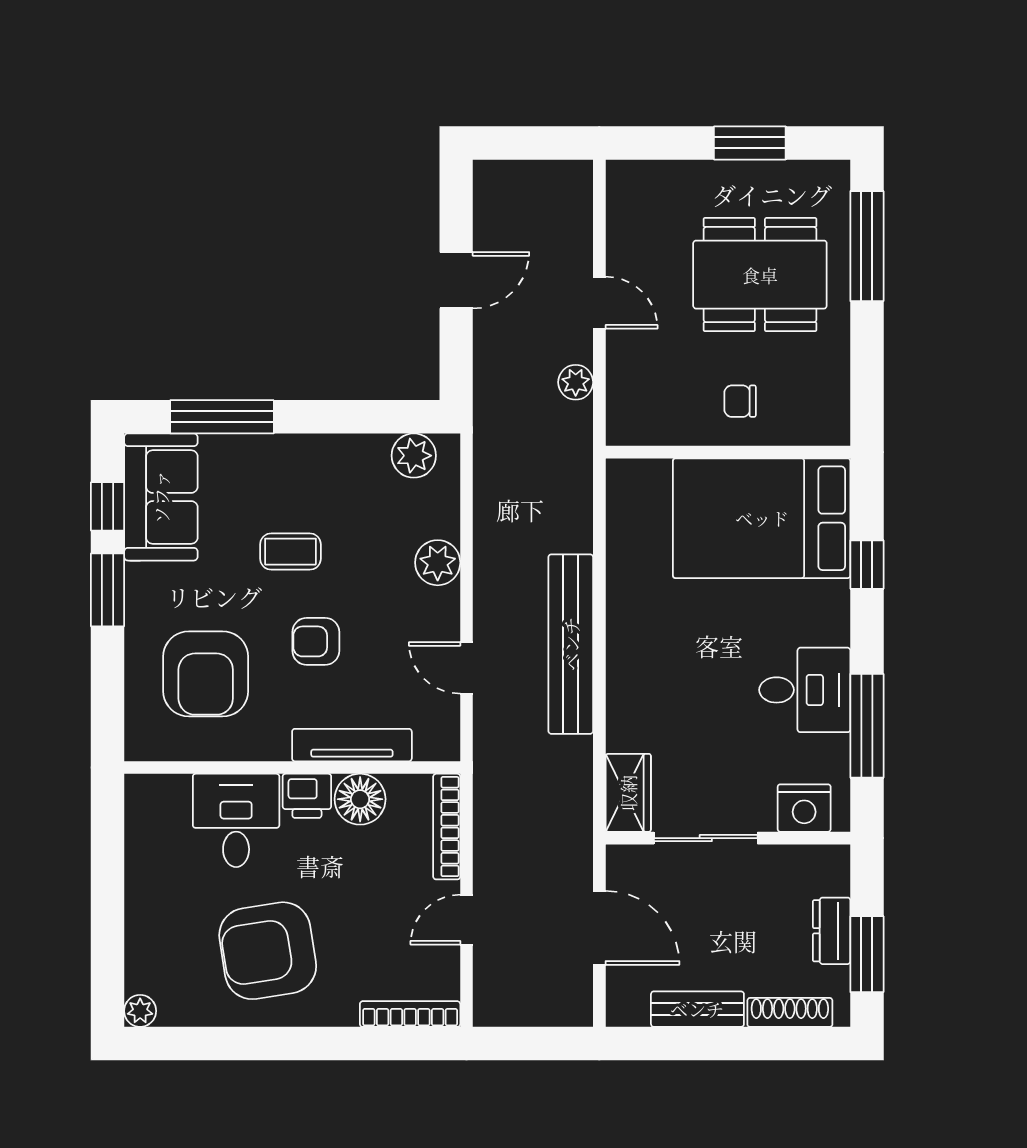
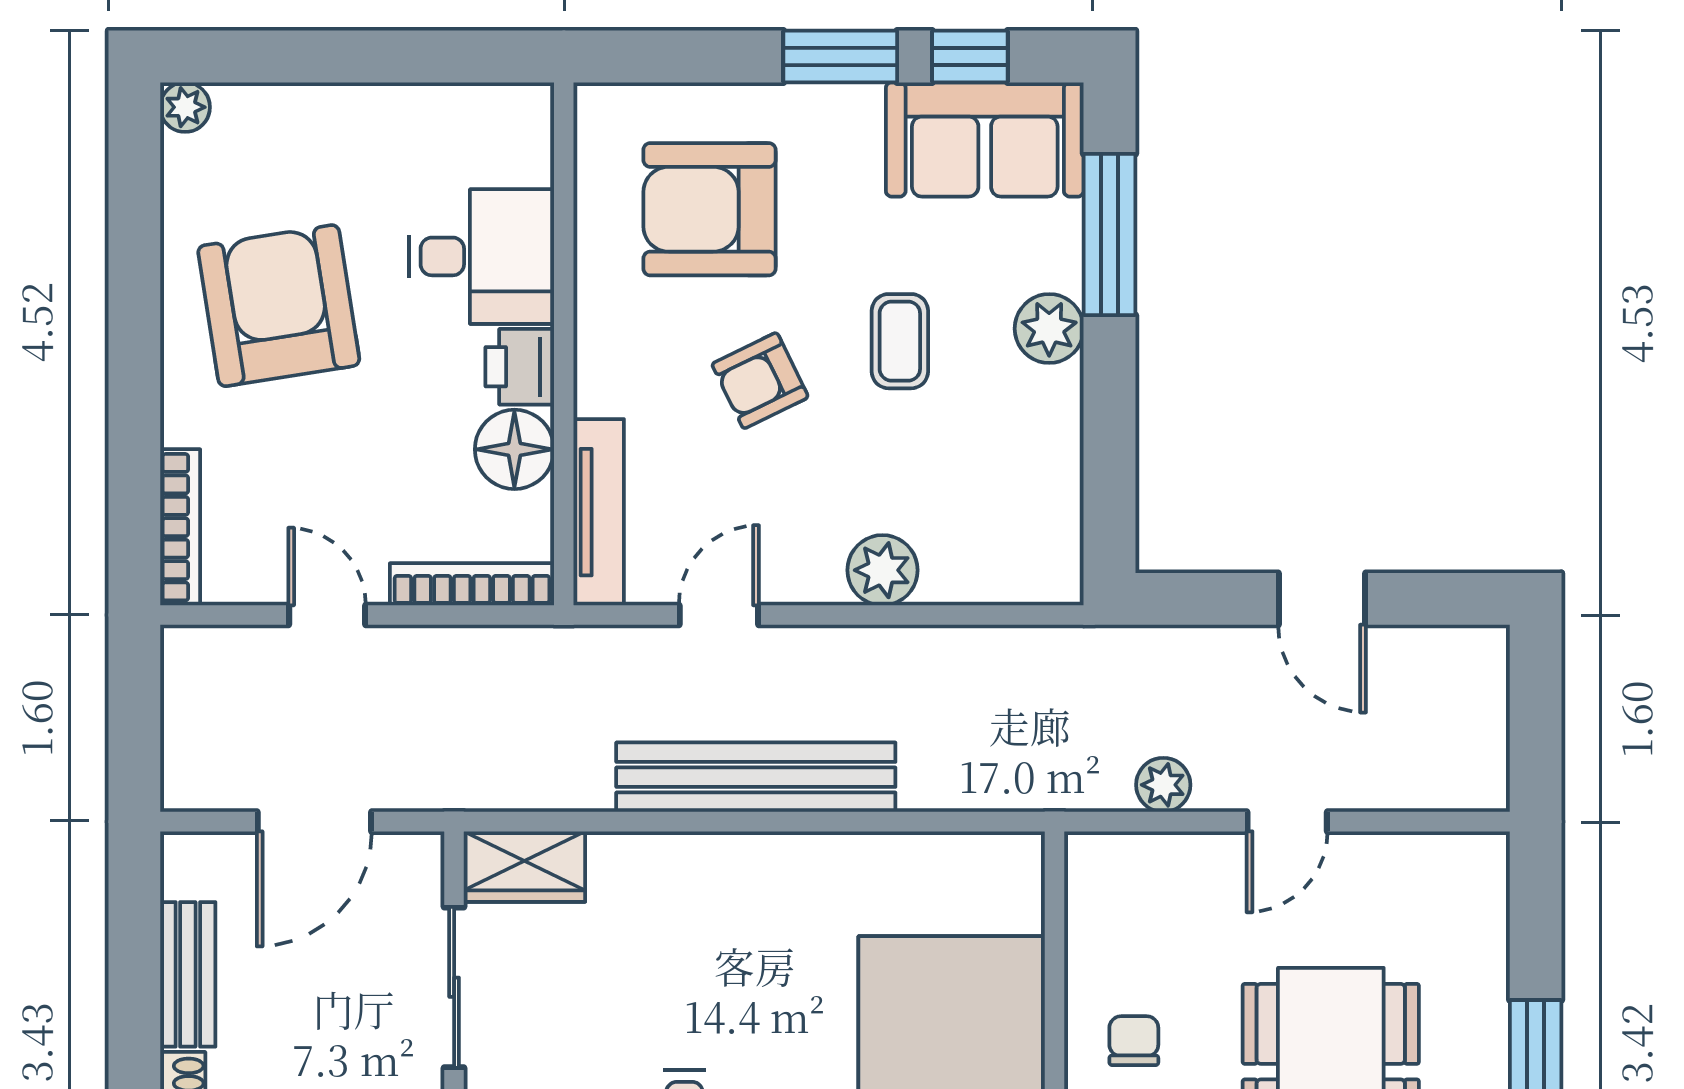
plant: (414, 456) -> (1049, 329), moved
armchair: (316, 641) -> (760, 381), turned -116
tv unit: (352, 745) -> (599, 512), moved

